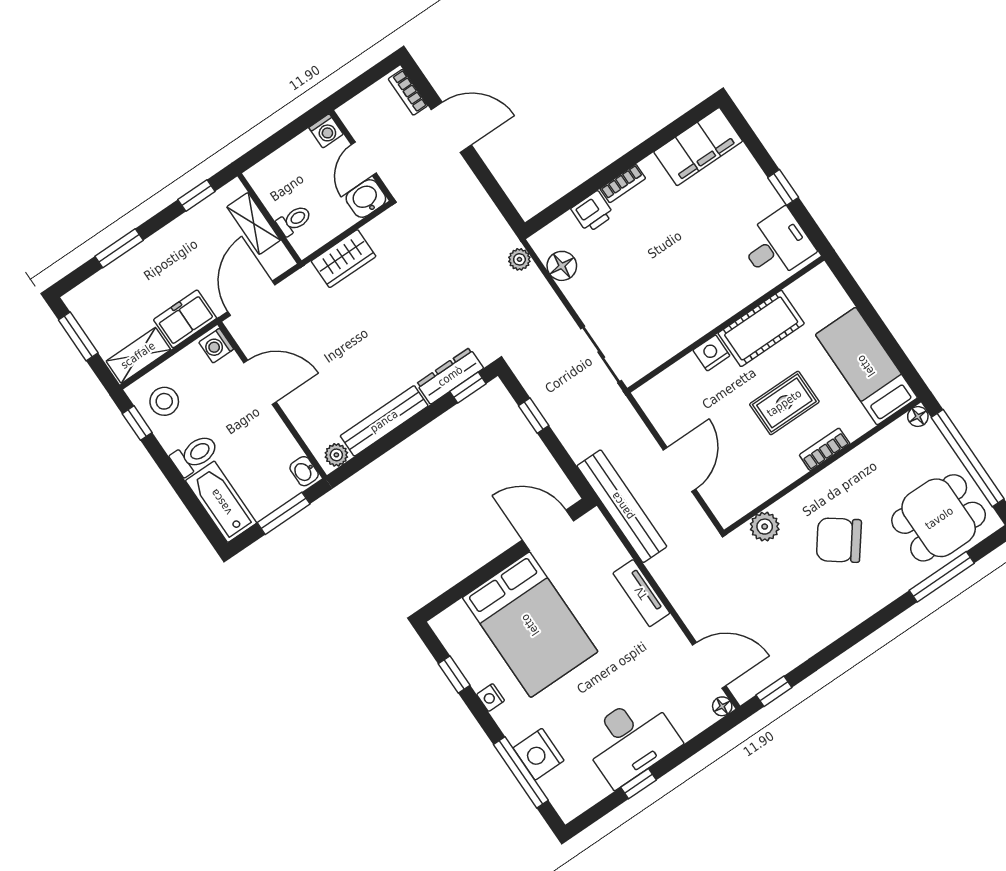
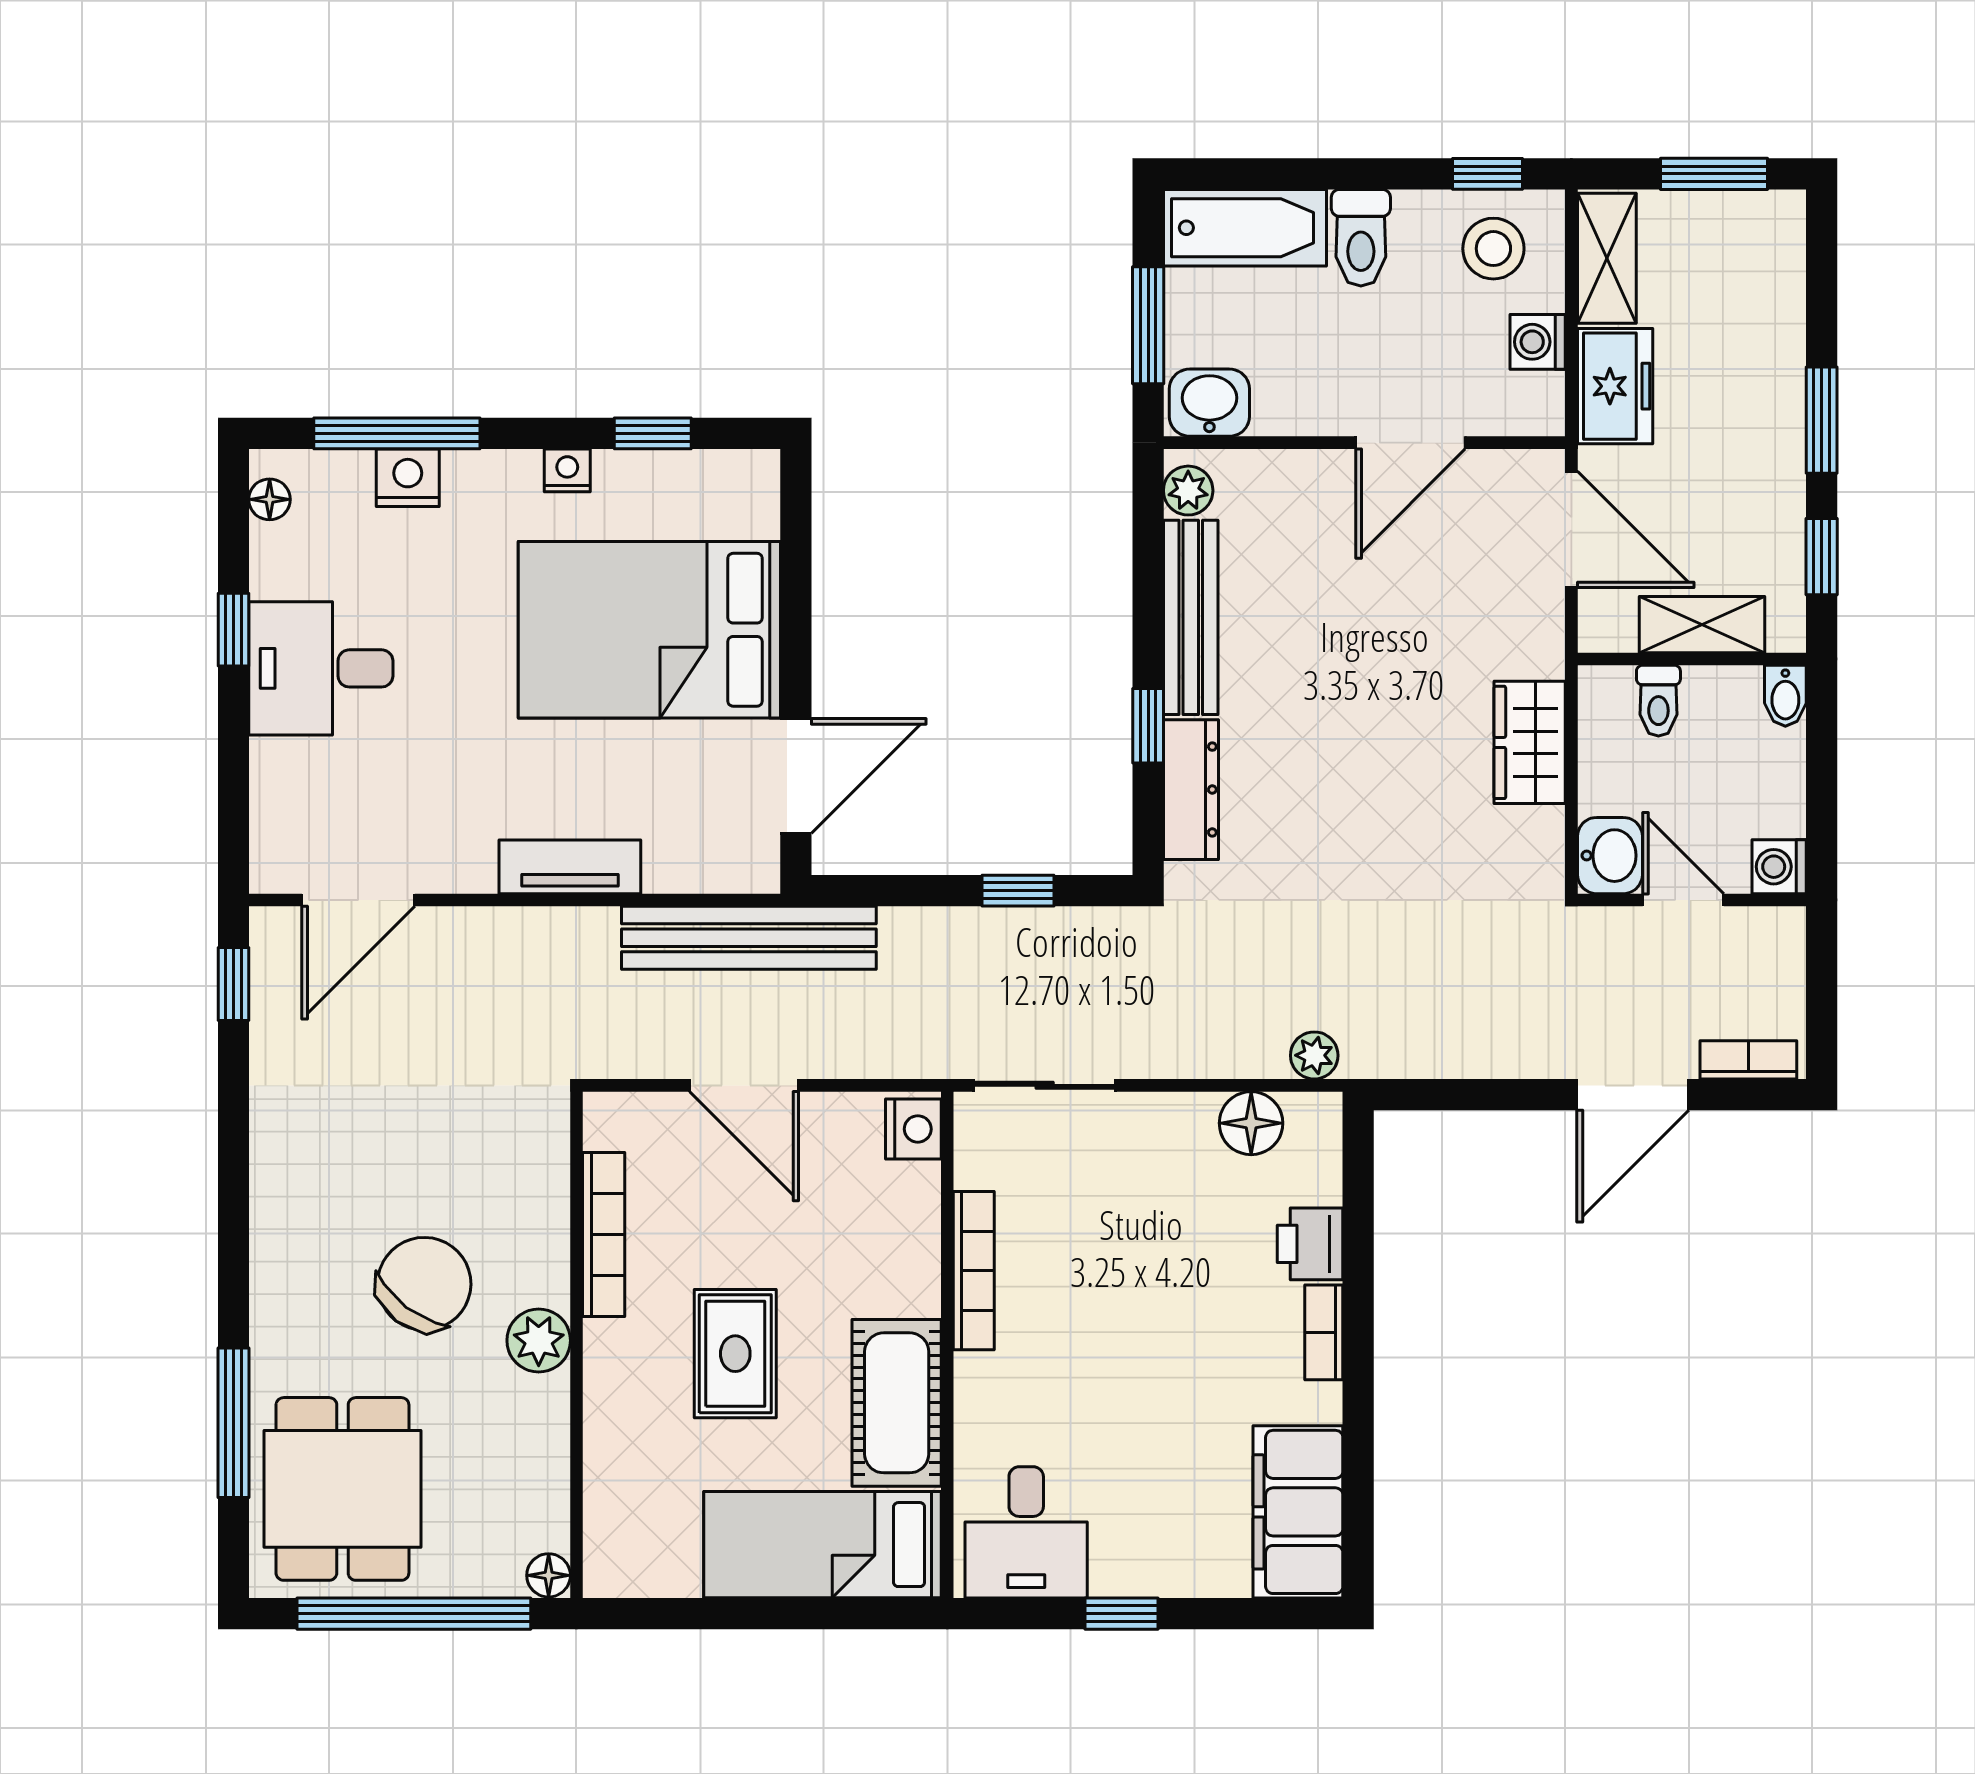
bidet: (259, 173) -> (1785, 696), added
window: (119, 248) -> (1822, 420), moved
bookcase: (691, 333) -> (974, 1271), added
washing machine: (216, 346) -> (1538, 342), moved, turned -90
nightstand: (711, 353) -> (913, 1129), moved
bed: (866, 366) -> (823, 1545), moved, turned 180
window: (468, 388) -> (1148, 726), moved
bookcase: (825, 449) -> (604, 1235), moved, width x1.56
washbasin: (304, 471) -> (1209, 403), width x1.38, depth x1.45
plant: (765, 527) -> (539, 1340), moved
floor lamp: (722, 706) -> (270, 499), moved
desk: (631, 740) -> (321, 668), width x0.73
nightstand: (539, 754) -> (408, 478), width x0.74, depth x0.75

